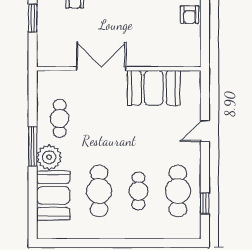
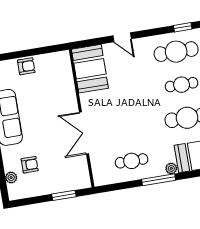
window: (33, 18) -> (64, 195), moved
booth: (154, 88) -> (90, 69), moved
plant: (49, 157) -> (171, 168), width x0.53, depth x0.53

